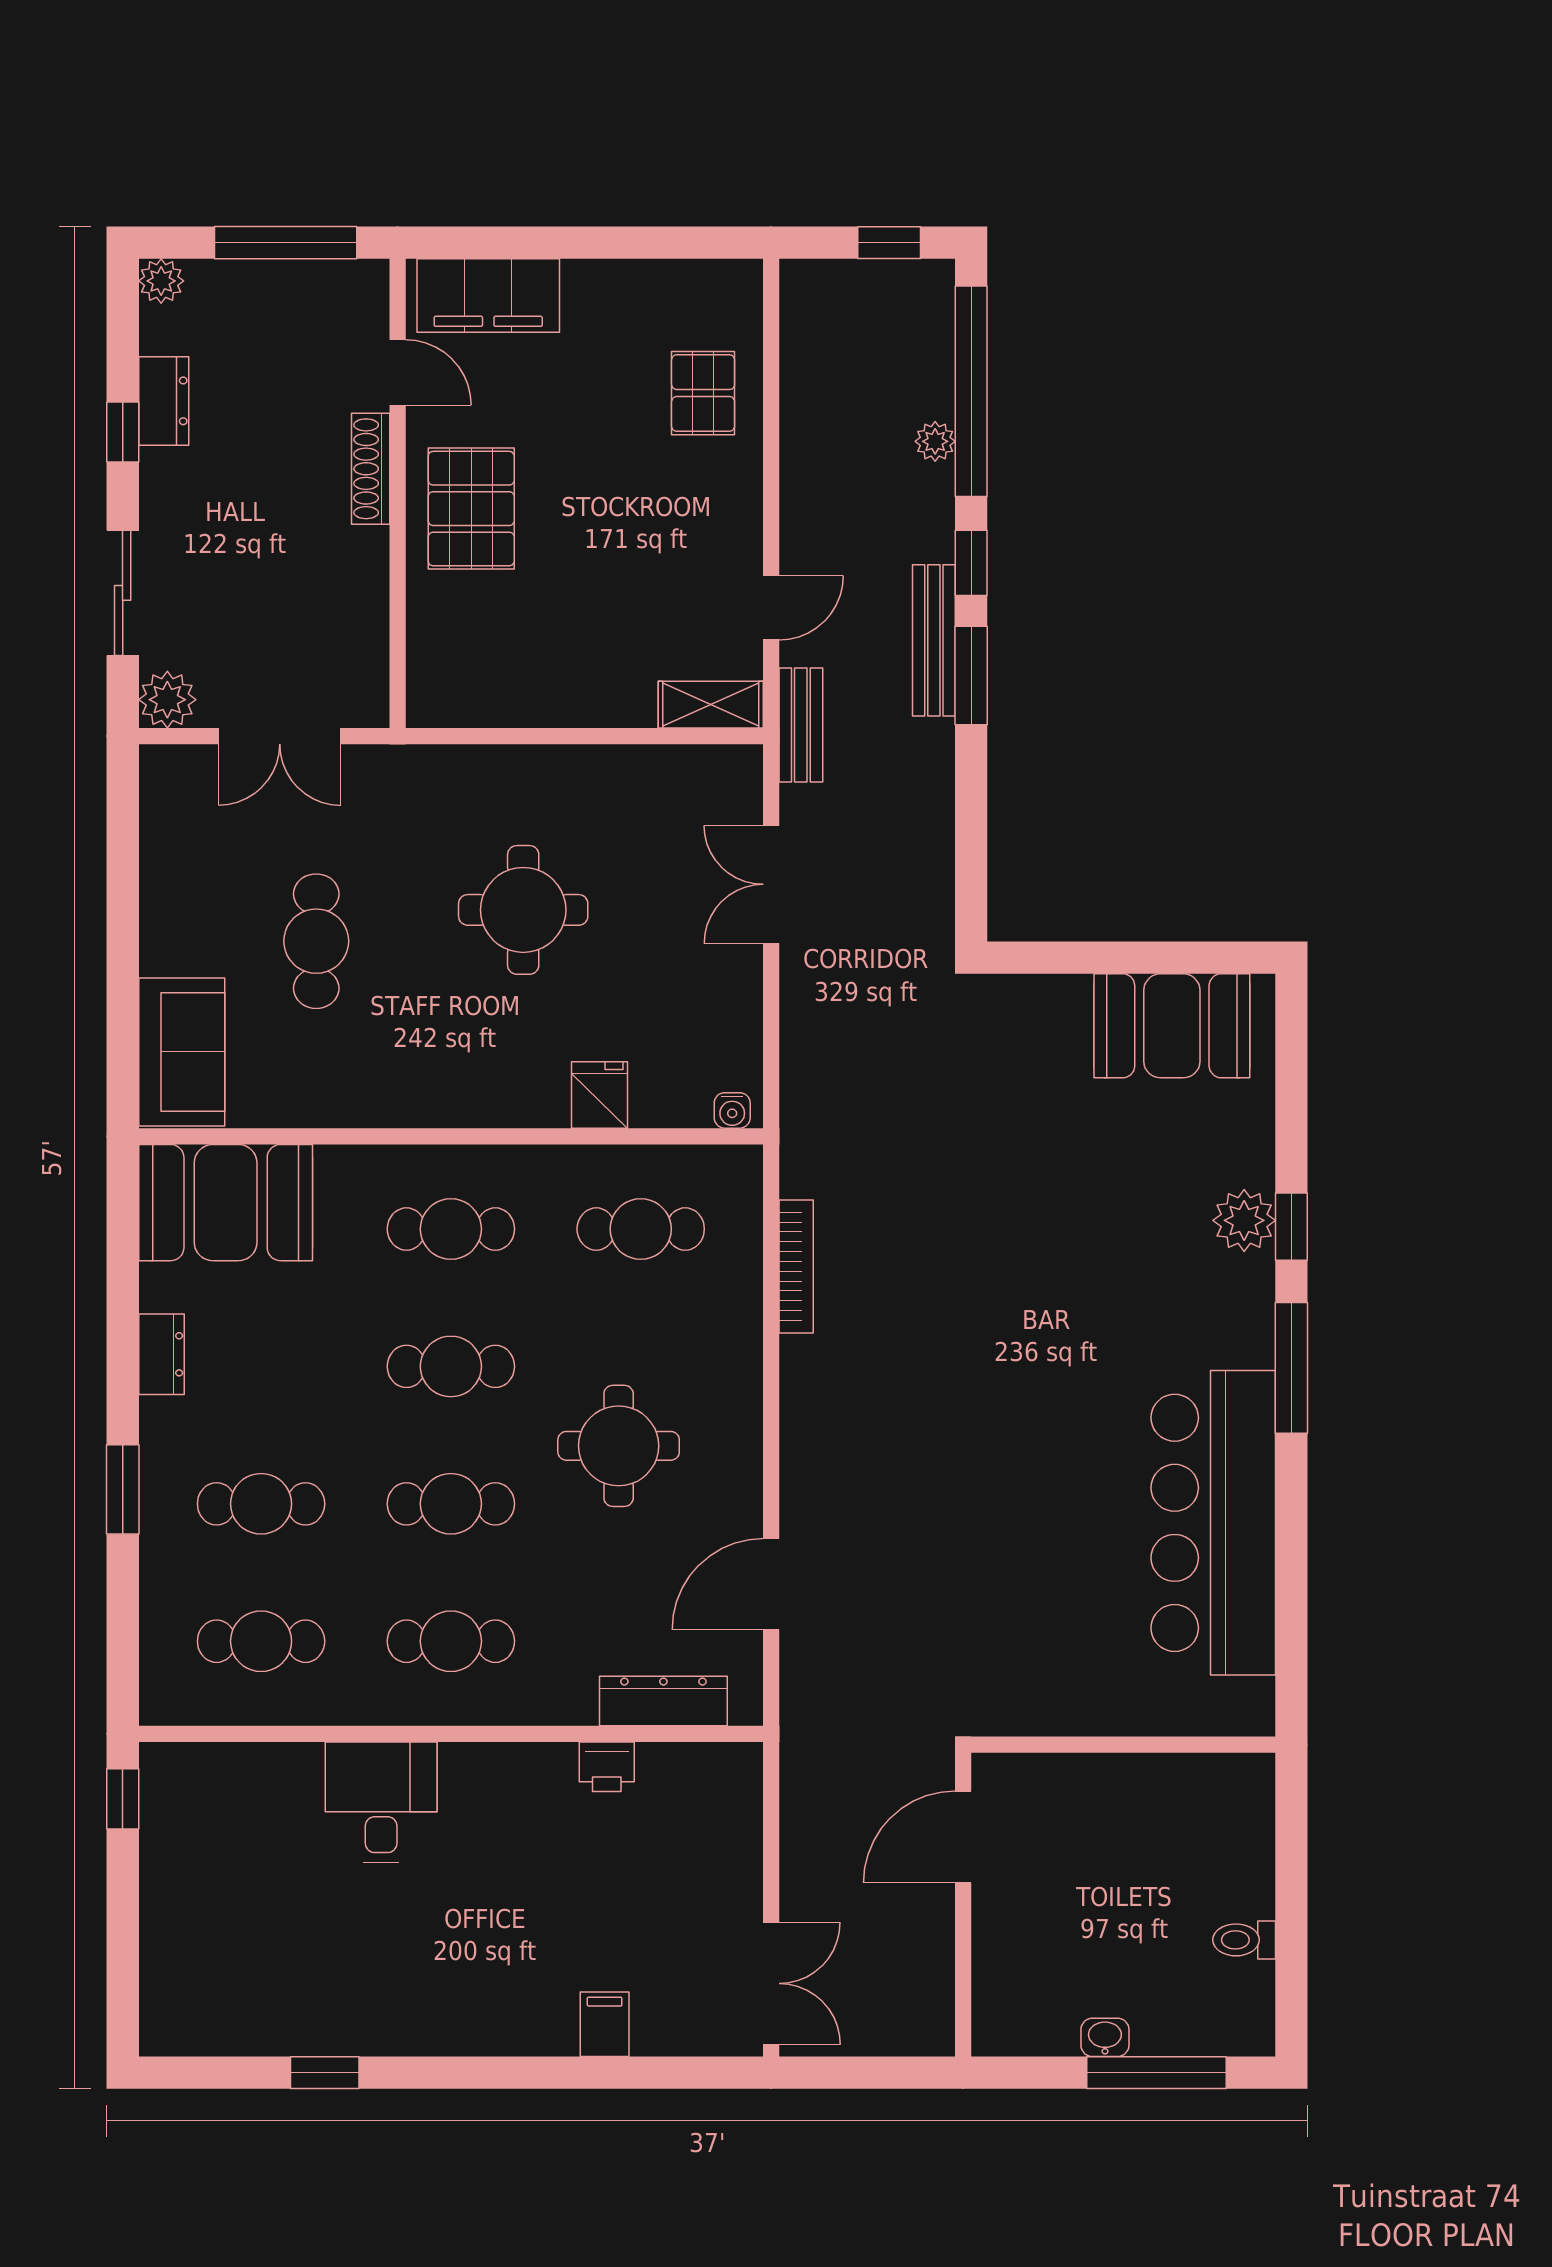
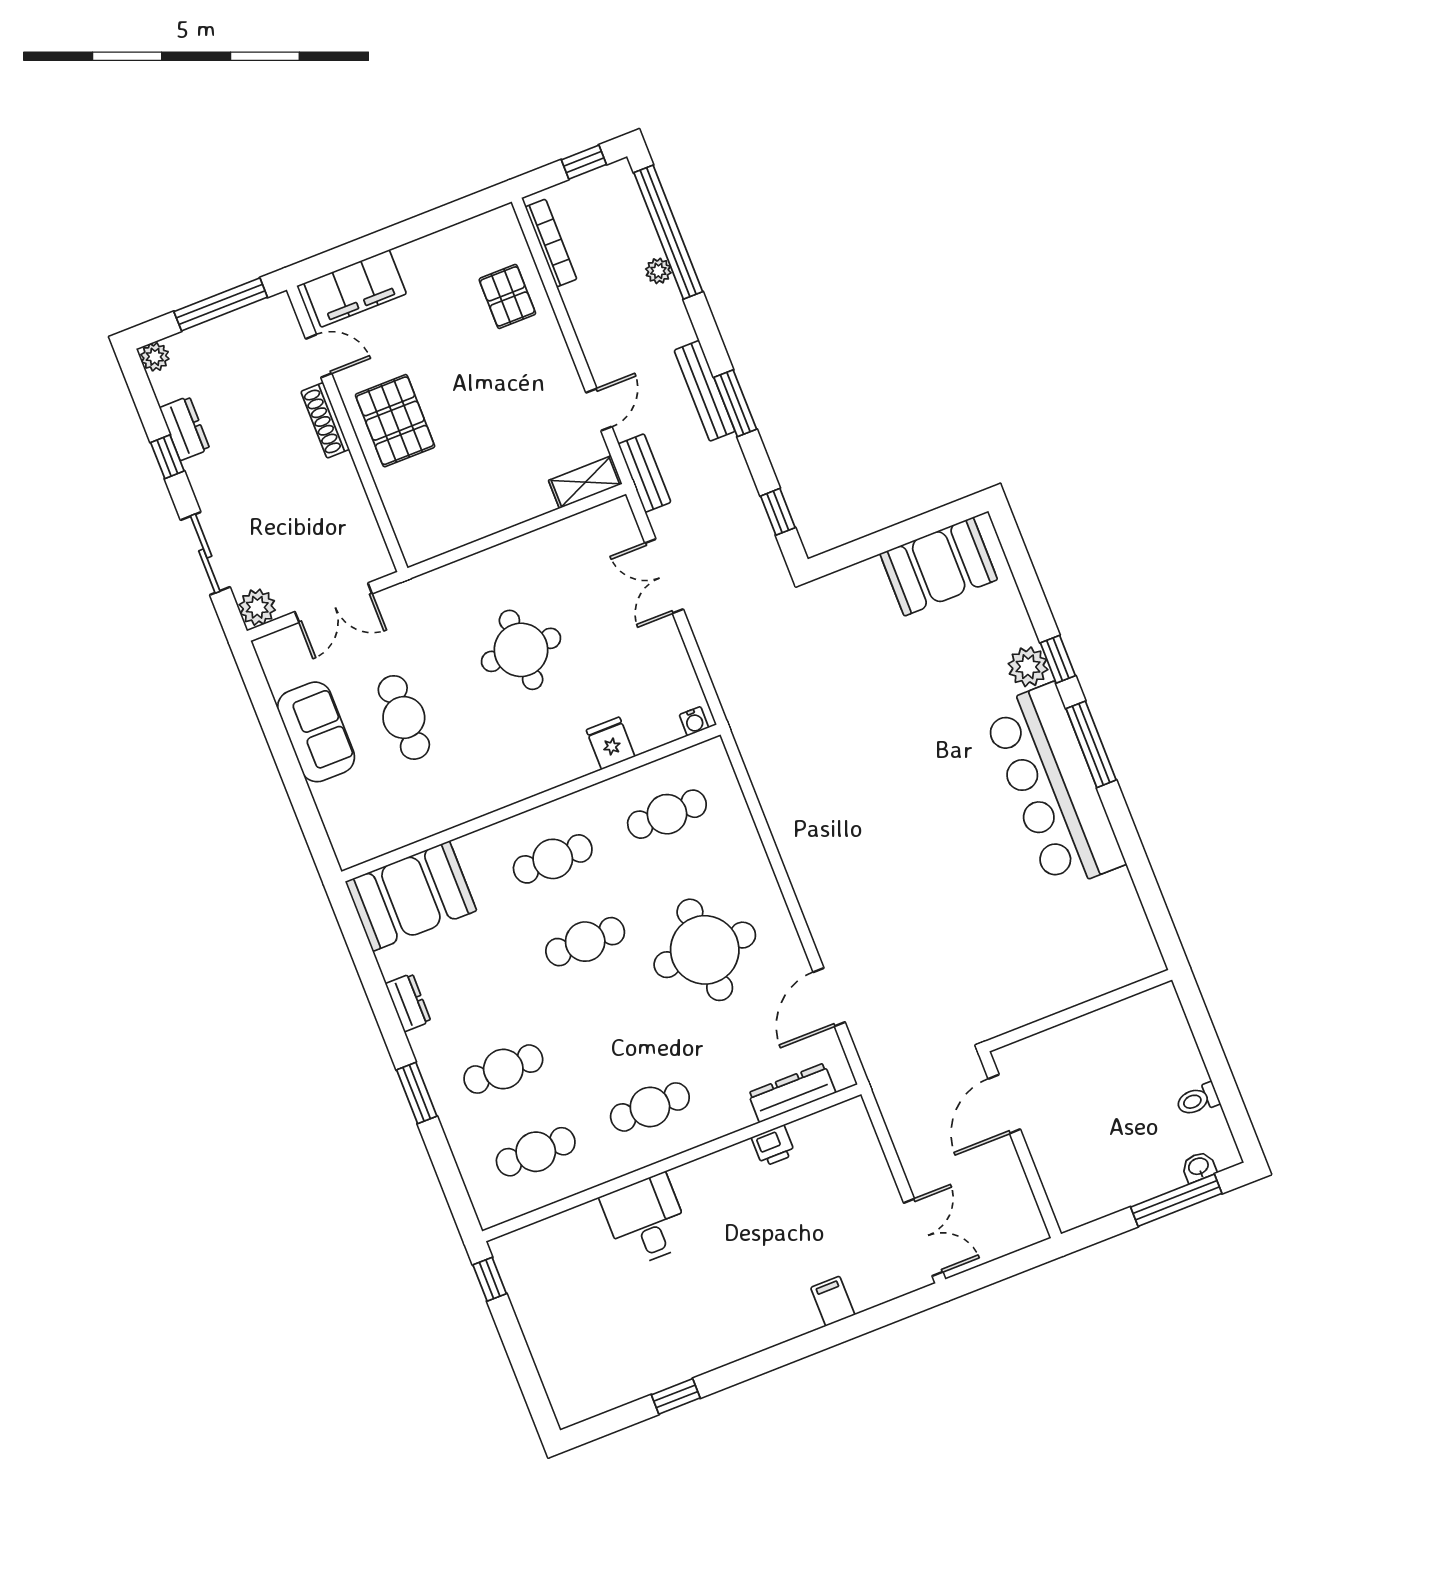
window: (971, 563) -> (778, 512), moved
sofa: (182, 1052) -> (316, 732), moved
bookcase: (796, 1266) -> (551, 243), moved
round table: (619, 1446) -> (705, 950), width x1.36, depth x1.36
cafe table: (451, 1504) -> (618, 1024), removed
bar counter: (1213, 1523) -> (1054, 787), moved
washbasin: (1105, 2037) -> (1199, 1167), moved

